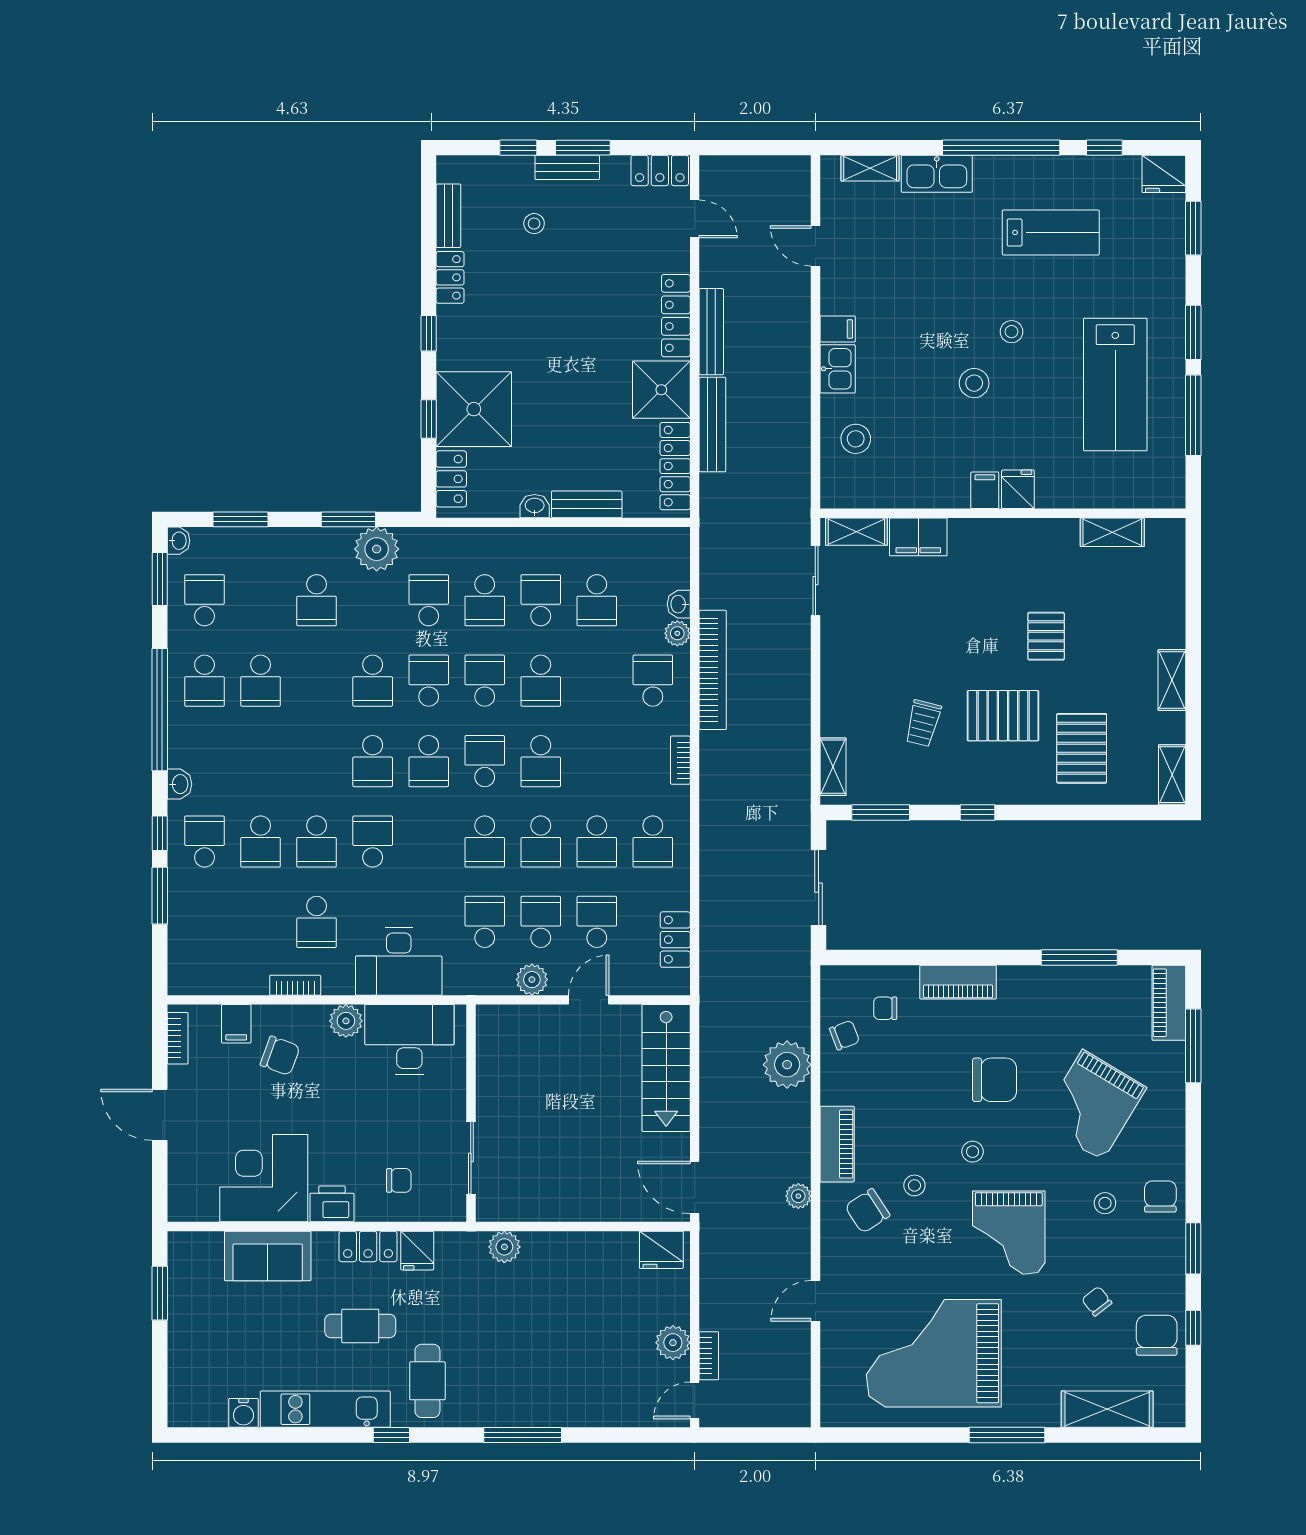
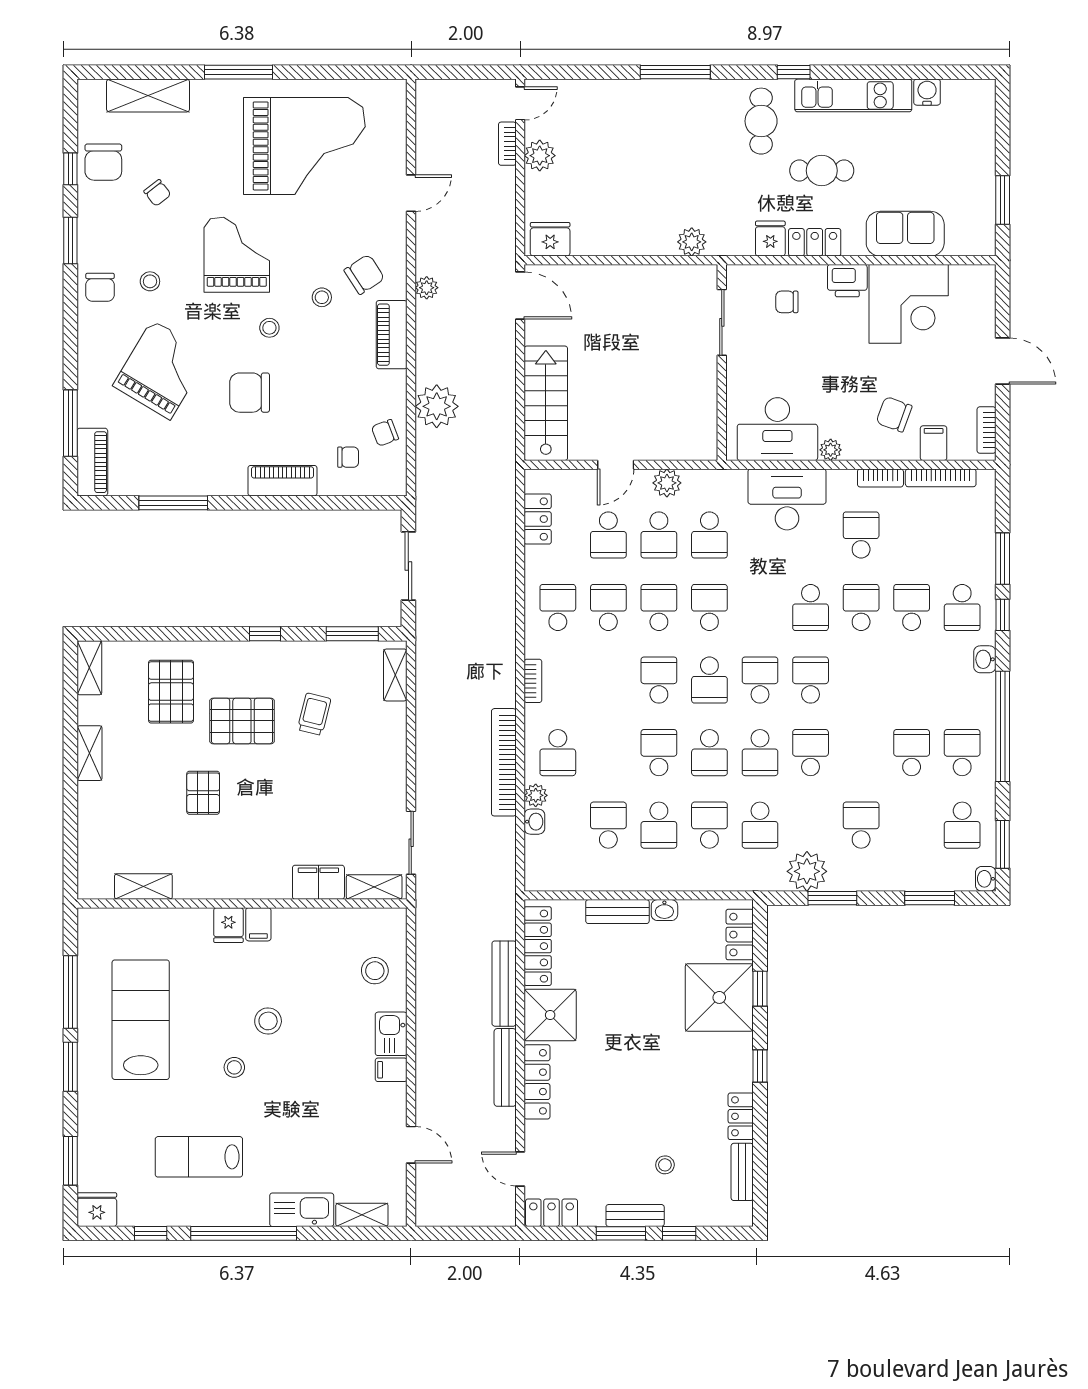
bookcase: (228, 985) -> (941, 478), added
plant: (346, 1021) -> (831, 450), width x0.73, depth x0.73

